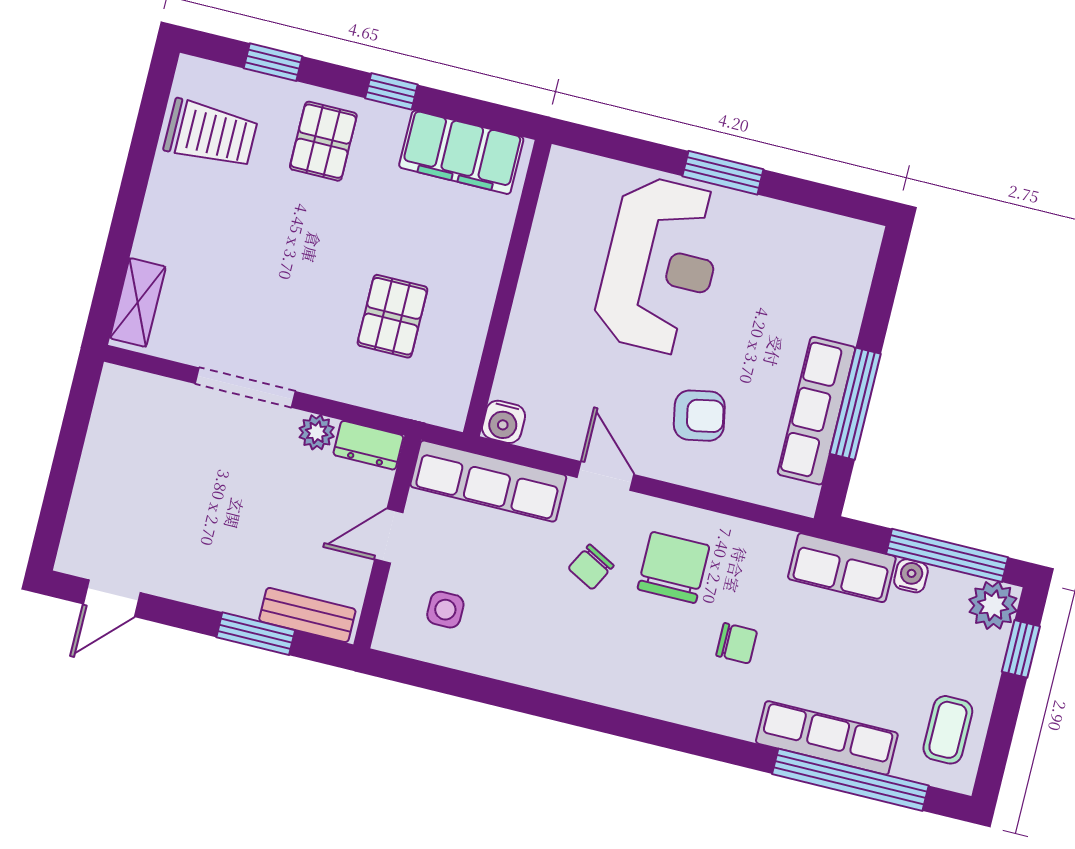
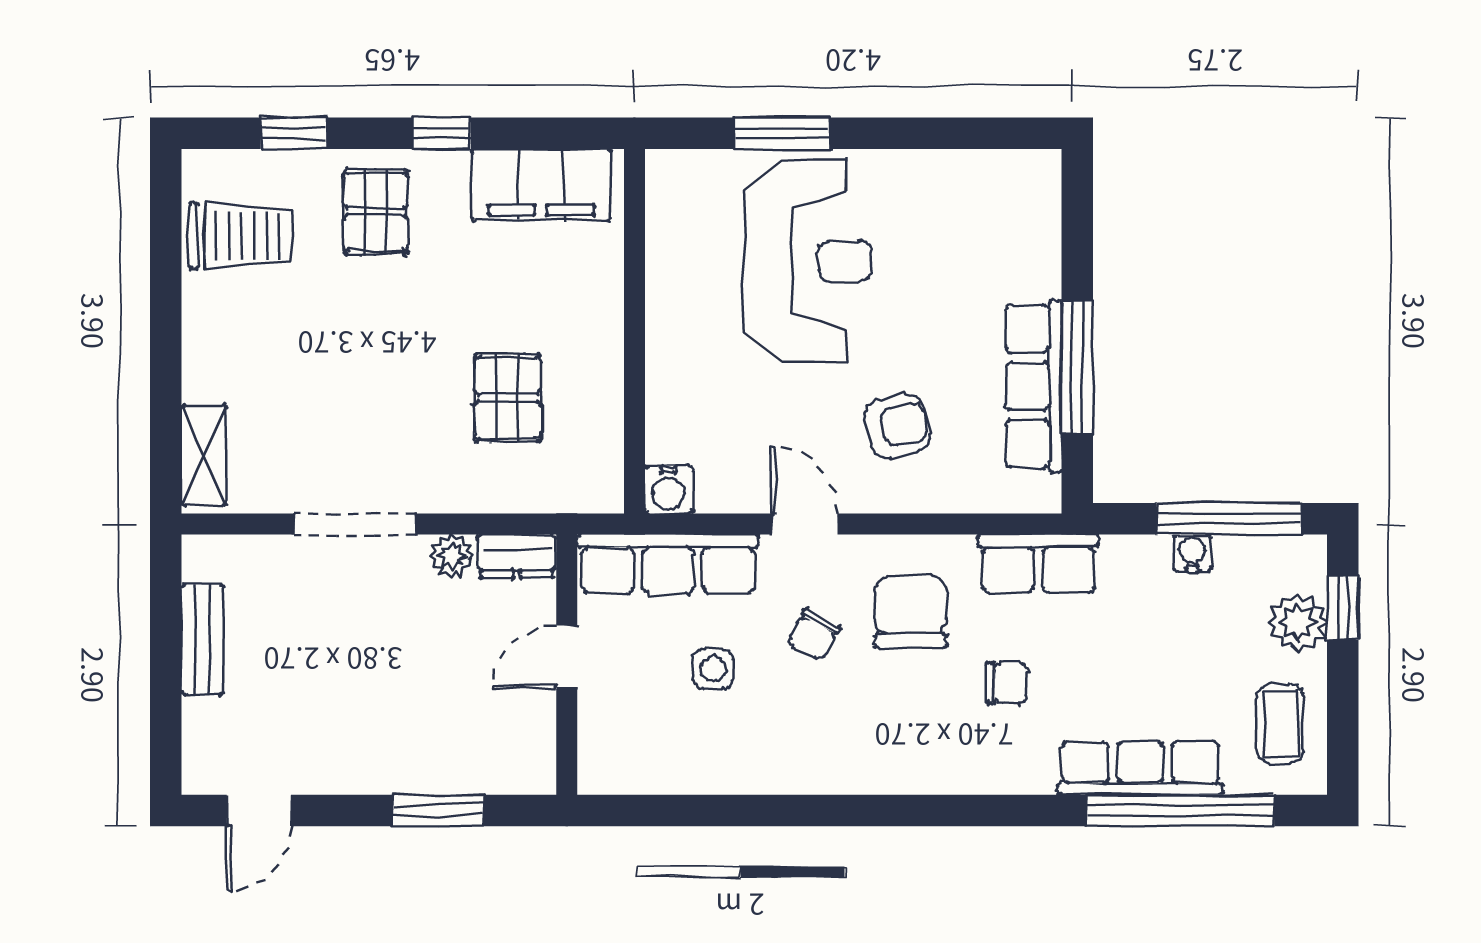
window: (723, 173) -> (782, 133), moved
row of seats: (842, 568) -> (1038, 563), moved
plant: (993, 605) -> (1297, 622), moved
side table: (445, 610) -> (713, 669), moved
bench: (307, 615) -> (203, 639), moved, turned 90

